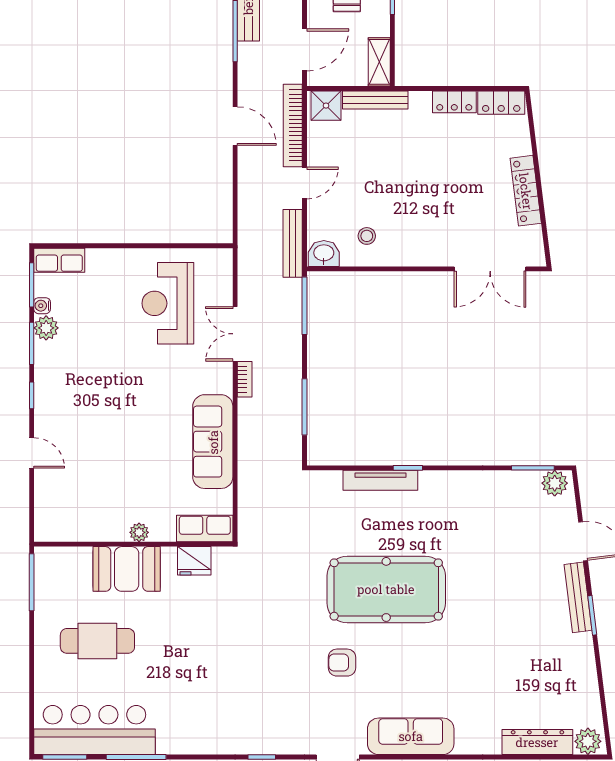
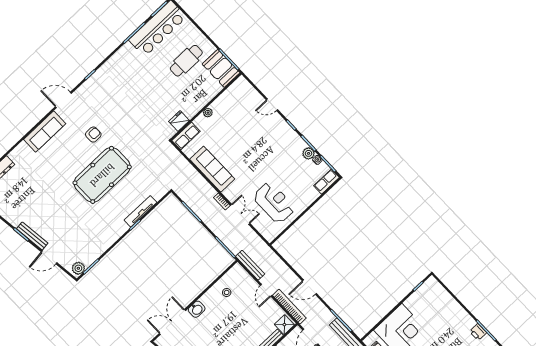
washbasin: (324, 254) -> (197, 309), moved
booth: (127, 569) -> (221, 68), moved, turned 90

